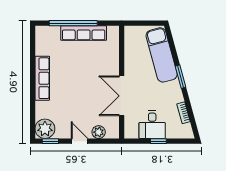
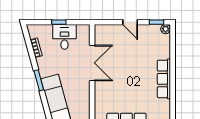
plant: (45, 129) -> (166, 29), width x0.53, depth x0.53
plant: (99, 132) -> (113, 30), removed

